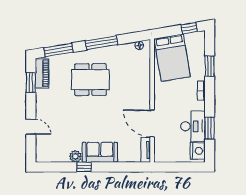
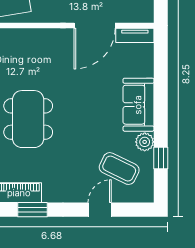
coffee table: (58, 140) -> (119, 169), added
window: (84, 167) -> (161, 158), moved

